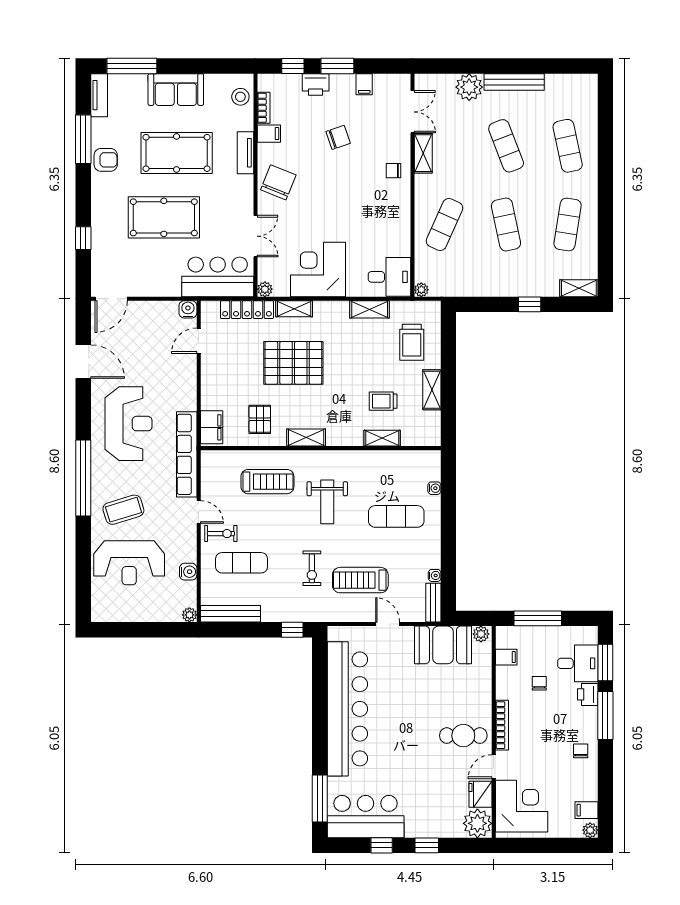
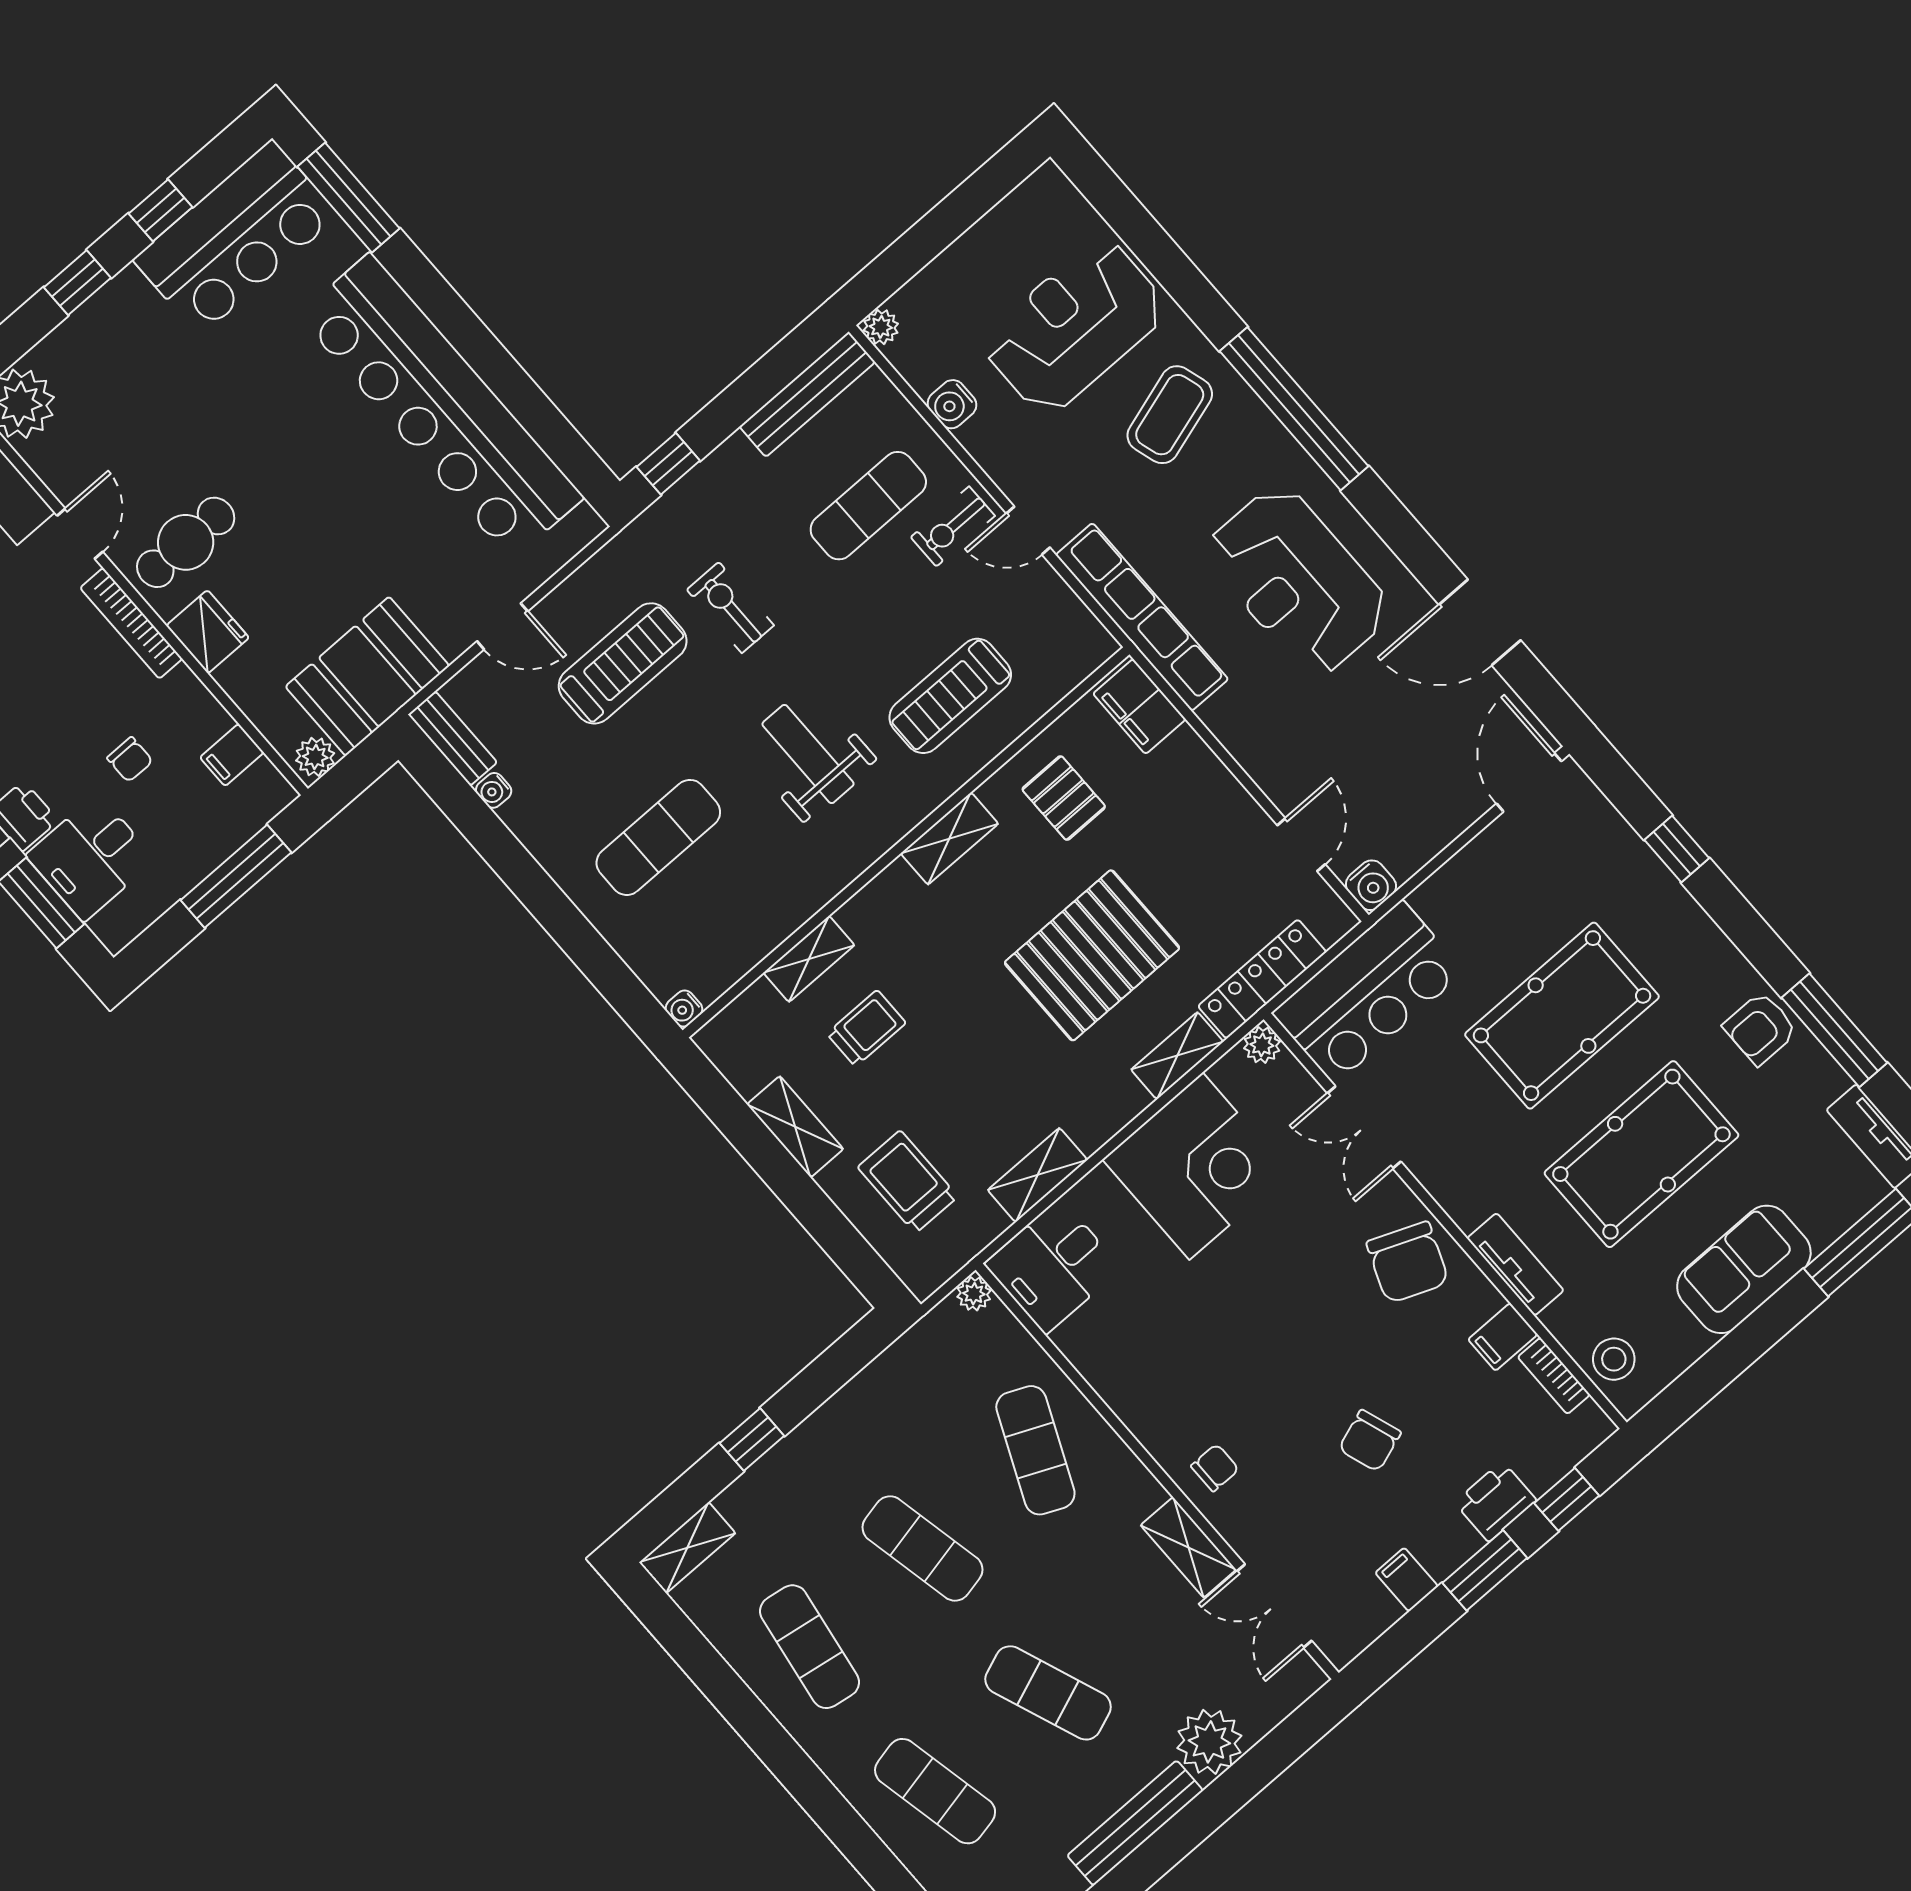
water cooler: (434, 488) -> (684, 1009), moved
fridge: (481, 794) -> (208, 632), moved

